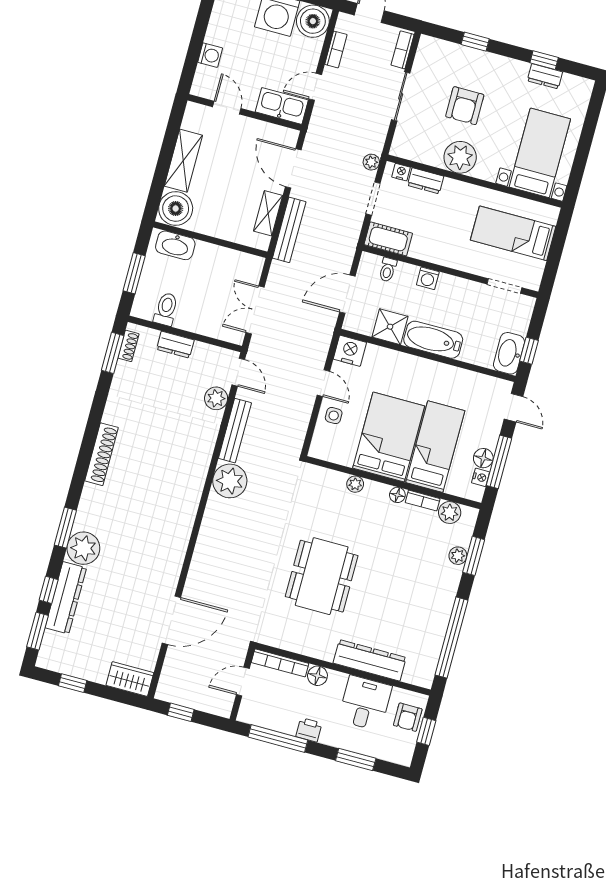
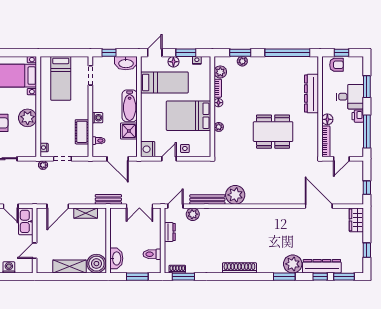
dresser: (426, 181) -> (45, 133), removed
bench: (289, 230) -> (108, 199), moved, width x0.73
cot: (388, 239) -> (82, 132), moved
dresser: (175, 345) -> (170, 232), moved
window: (529, 351) -> (109, 53), moved
bed: (435, 447) -> (164, 82), moved, turned 180
floor lamp: (483, 458) -> (173, 62), moved
window: (499, 462) -> (186, 53), width x0.69
door: (243, 682) -> (341, 159), hinge flipped
desk: (365, 703) -> (350, 97), moved, turned 180

